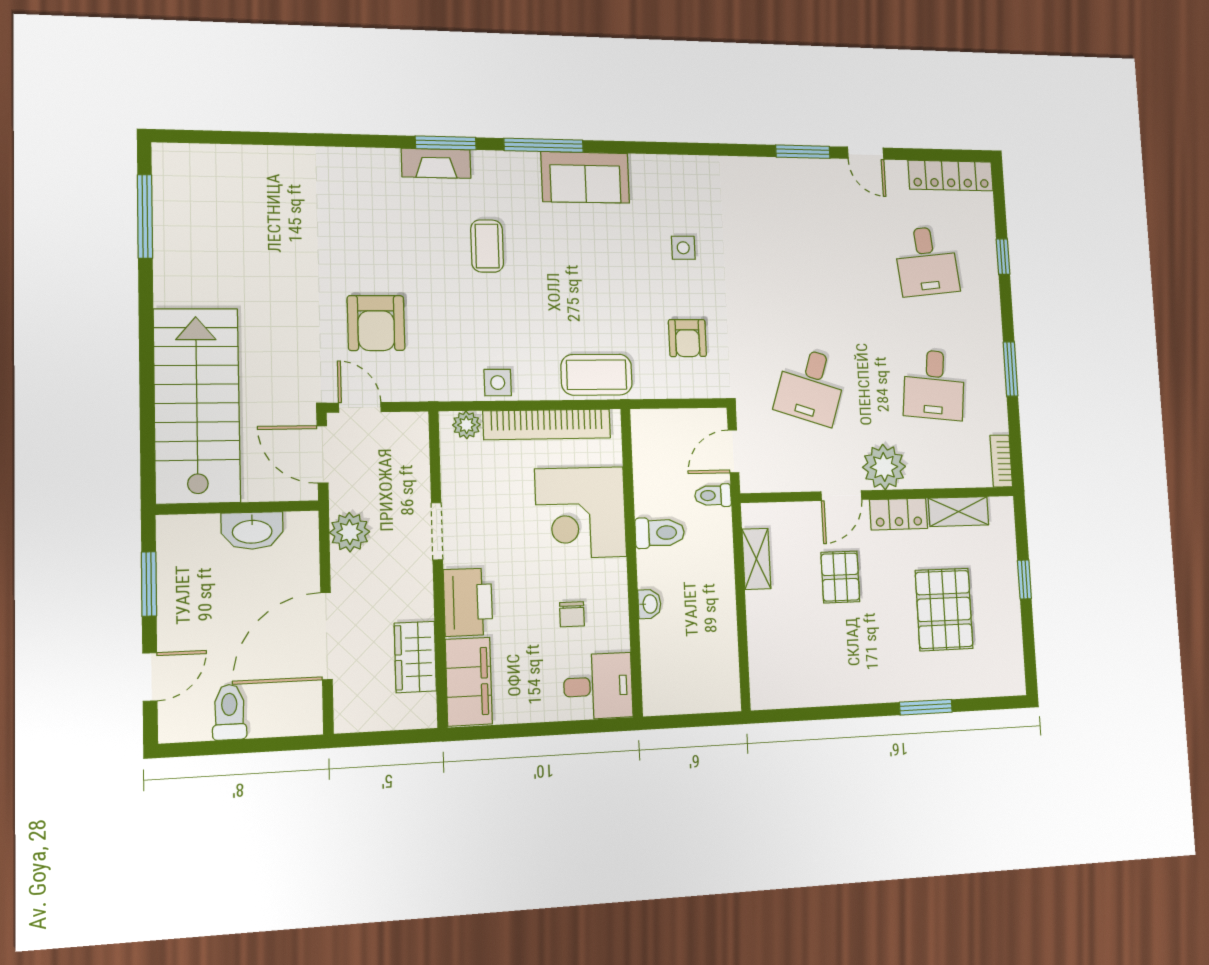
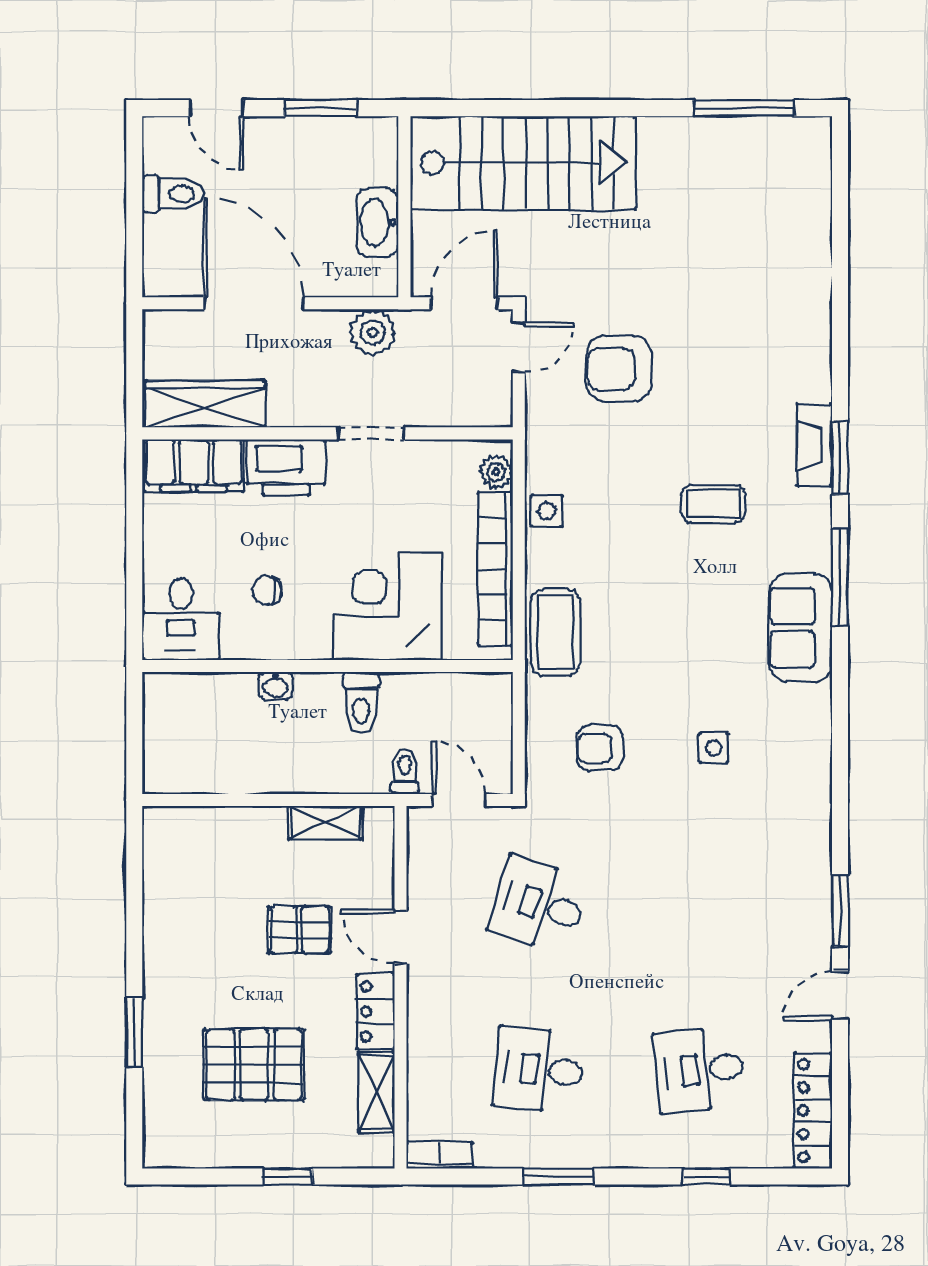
plant: (884, 467) -> (435, 996), removed
wardrobe: (415, 657) -> (205, 404), width x1.50

